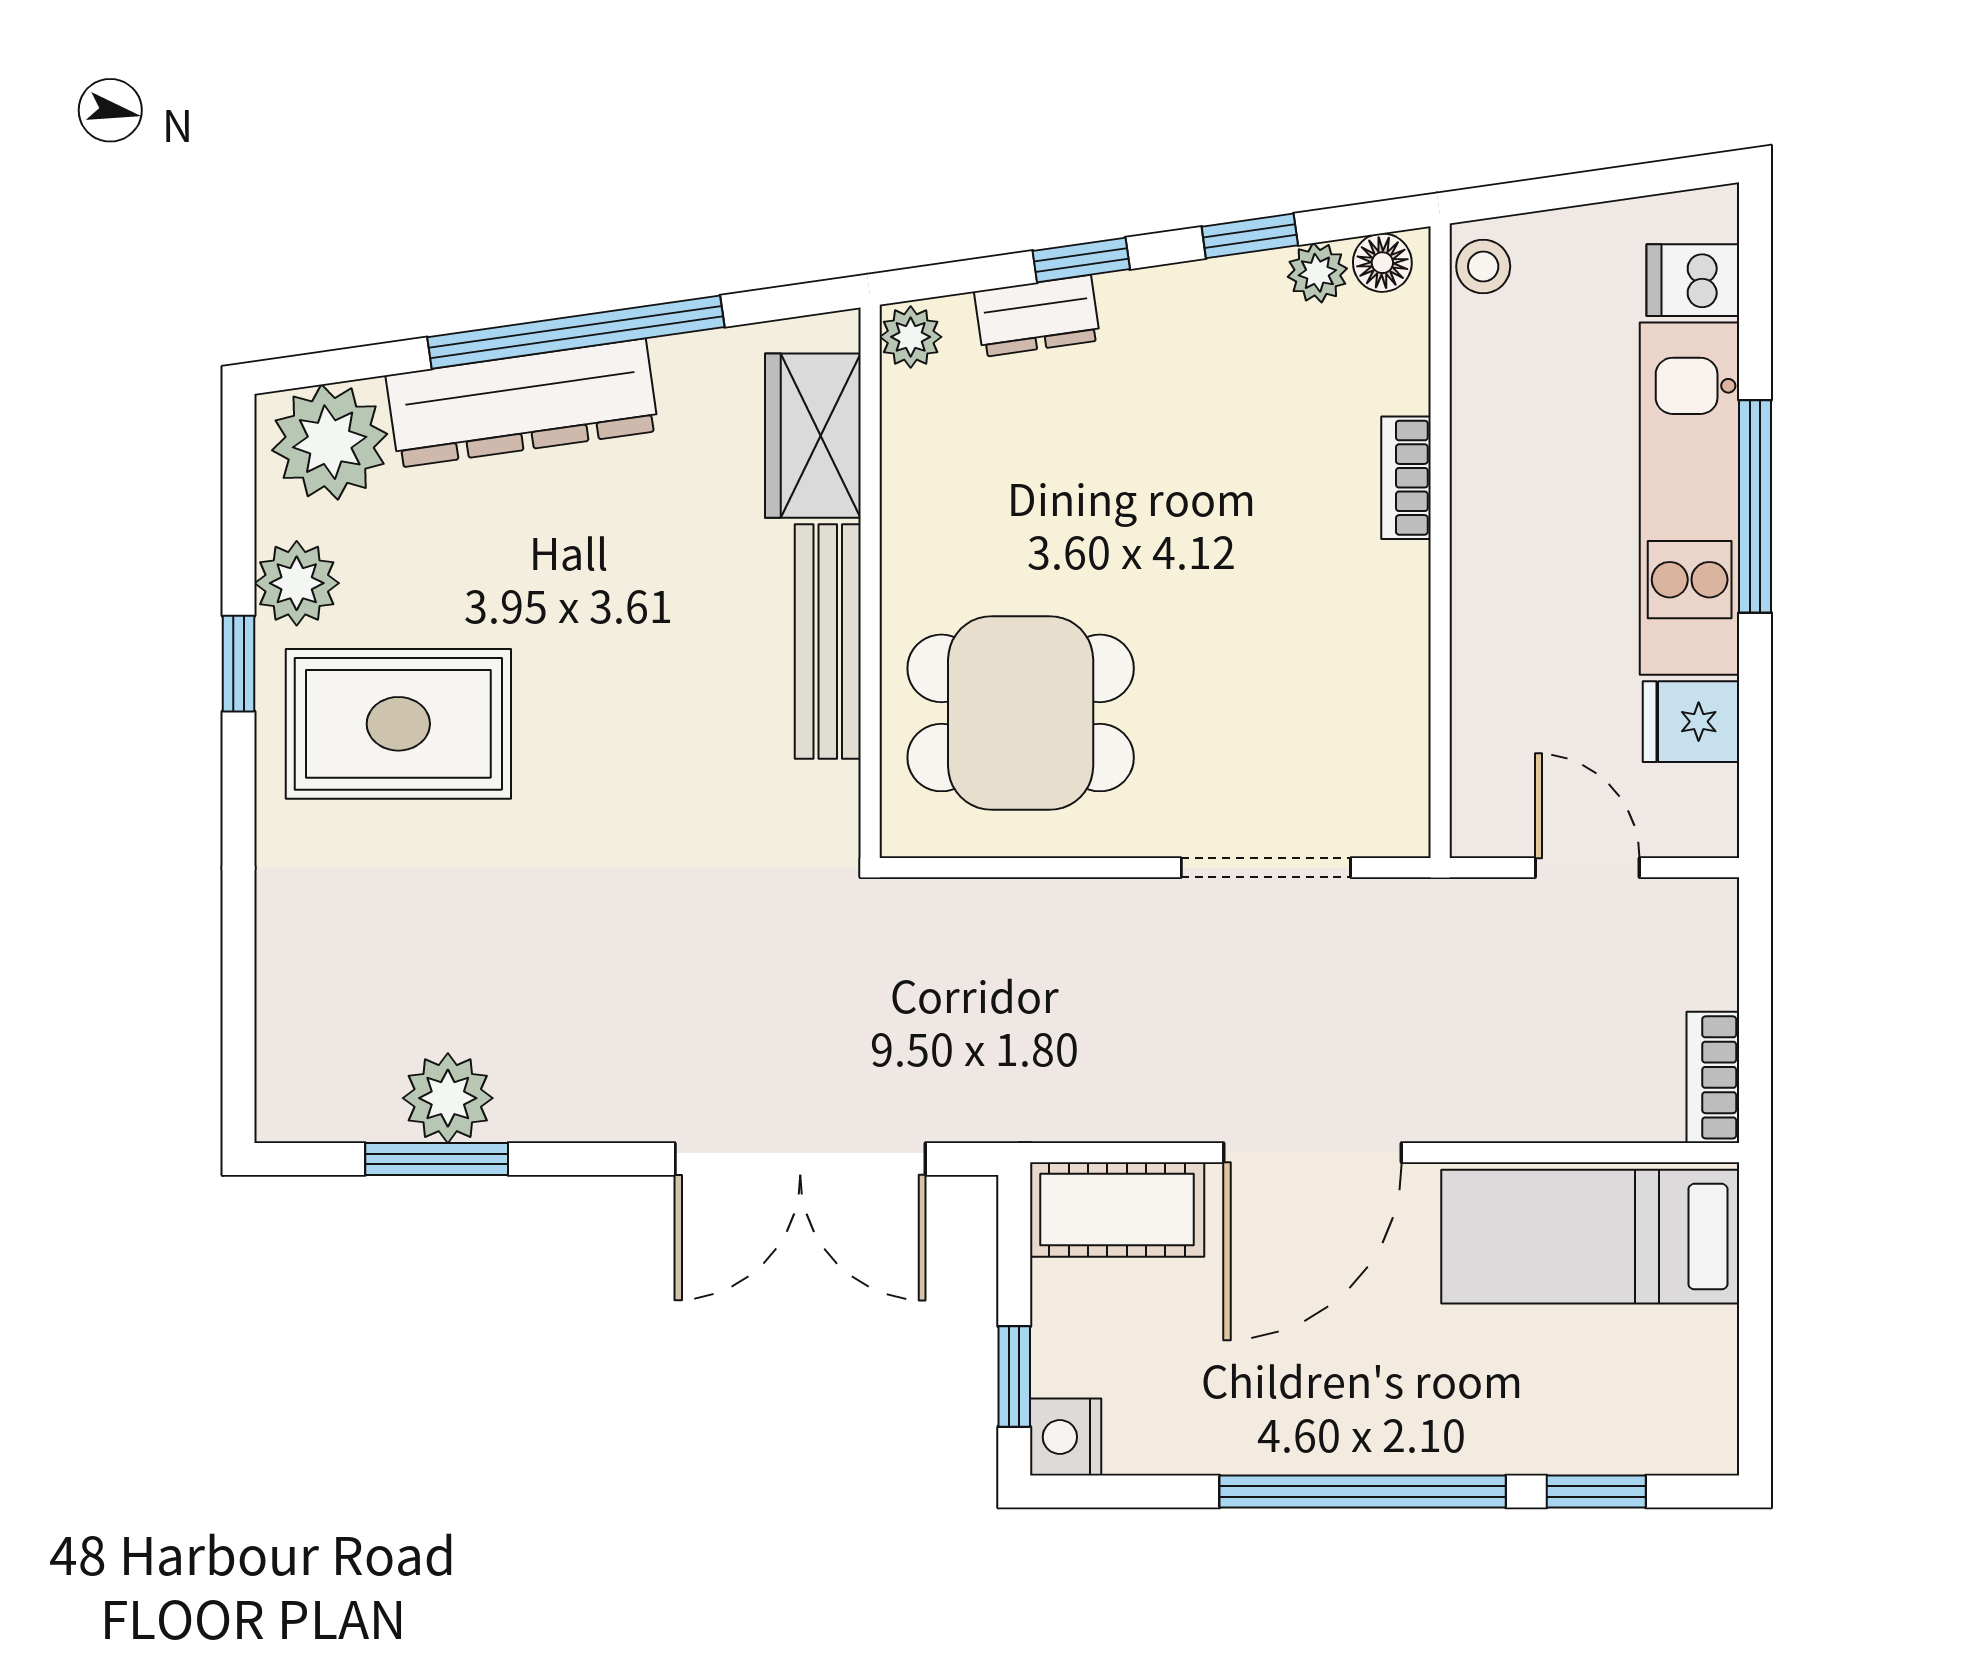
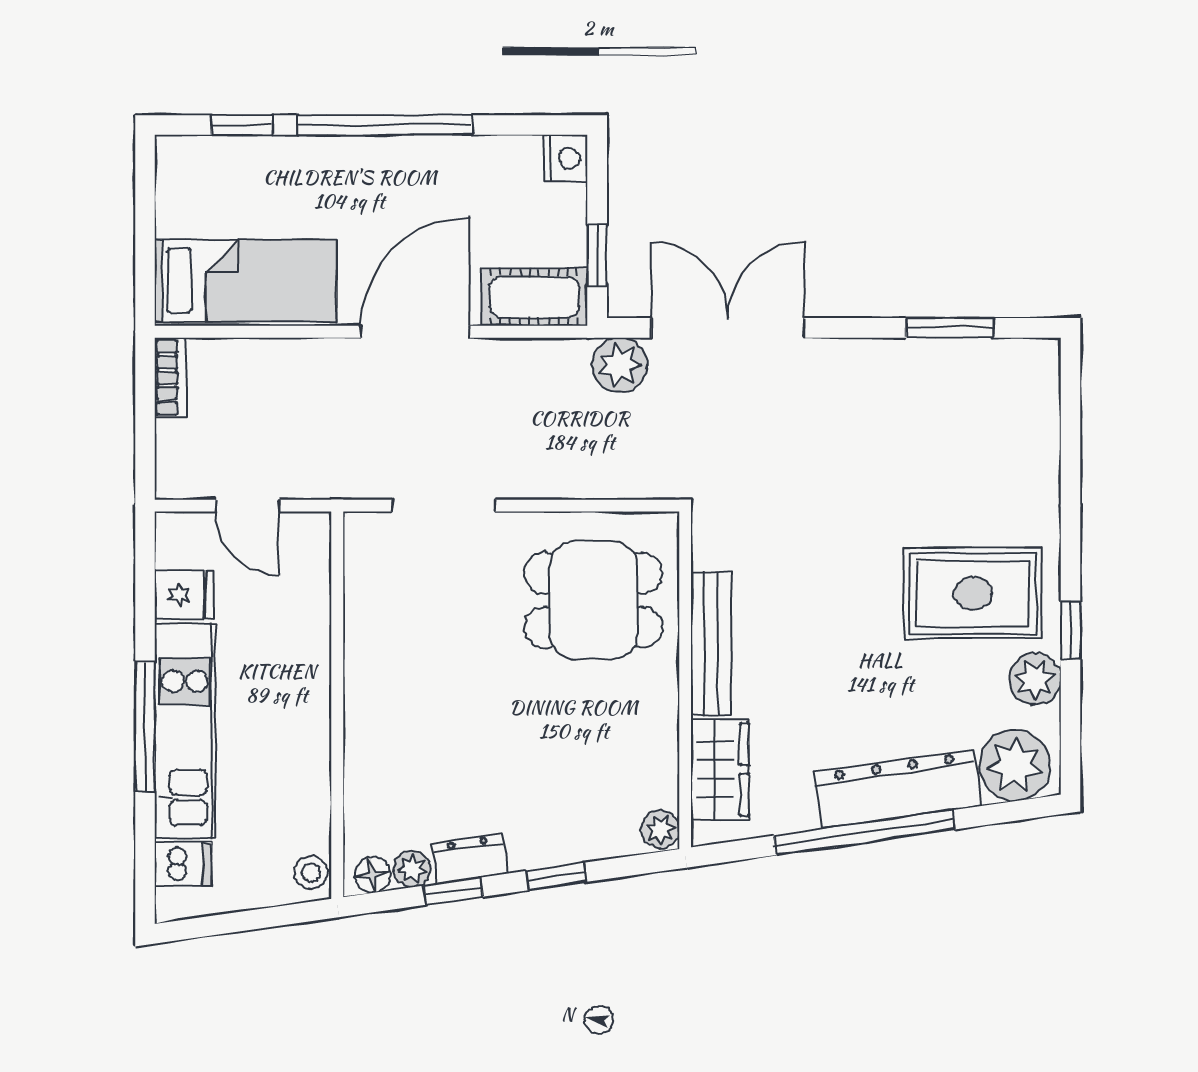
dresser: (1037, 316) -> (470, 859), moved
bookcase: (1406, 478) -> (358, 744), removed
plant: (448, 1098) -> (620, 365), moved
window: (1014, 1376) -> (597, 255), moved

